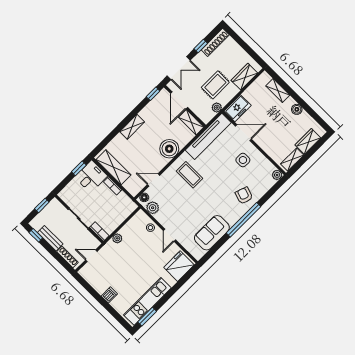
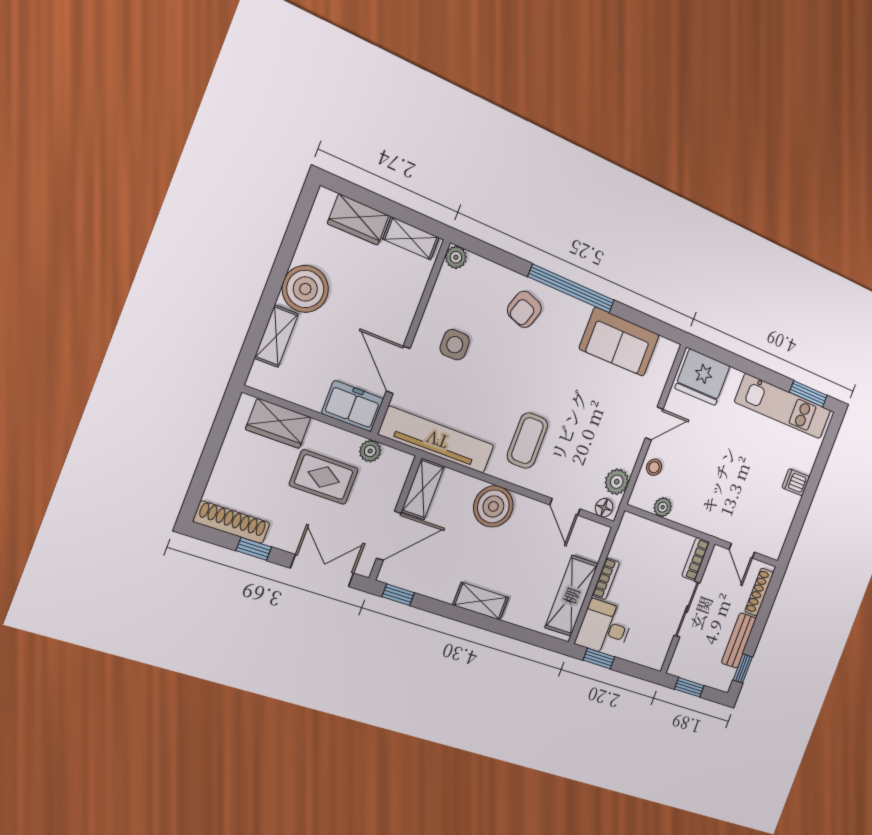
boiler: (297, 109) -> (305, 289), width x1.86, depth x1.86
plant: (117, 238) -> (663, 507), moved

